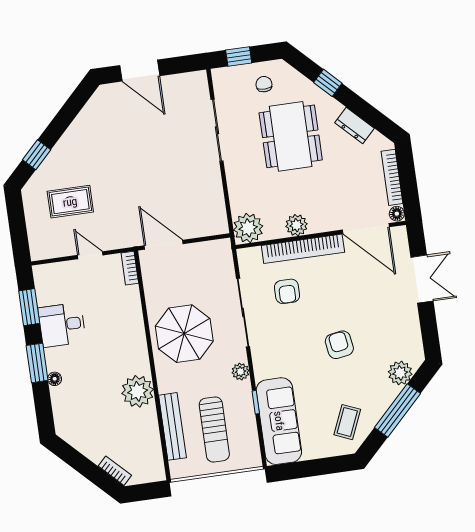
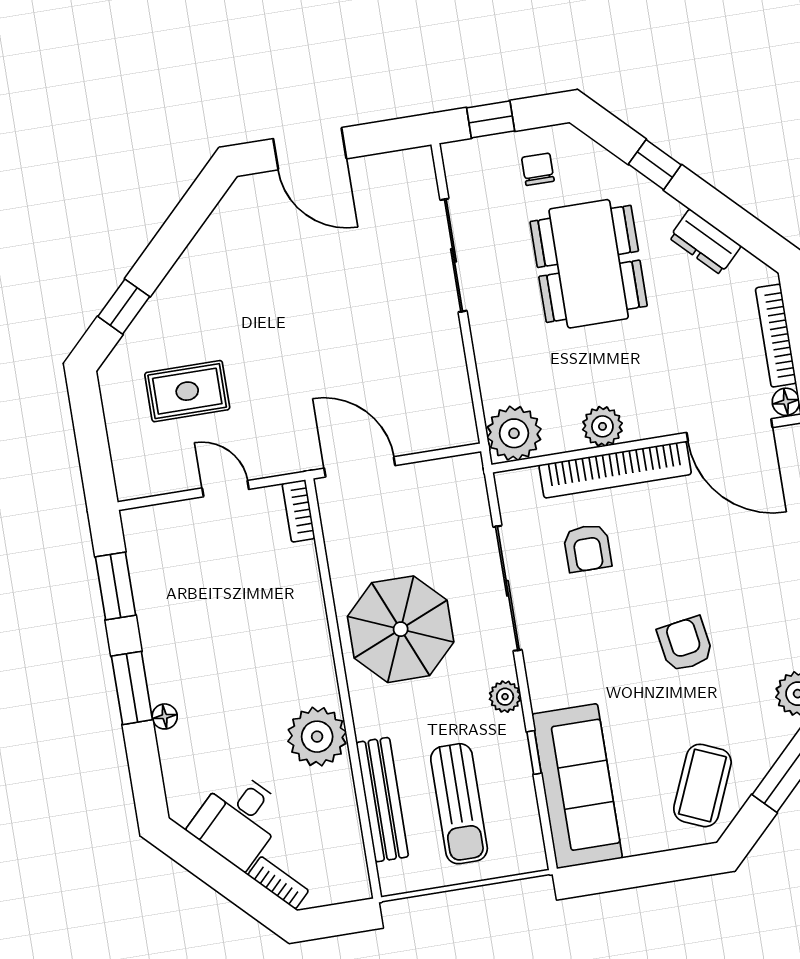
desk: (62, 325) -> (238, 819), moved, turned -45
coffee table: (347, 422) -> (702, 785), width x1.36, depth x1.30

